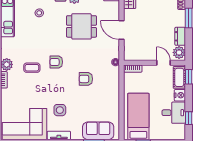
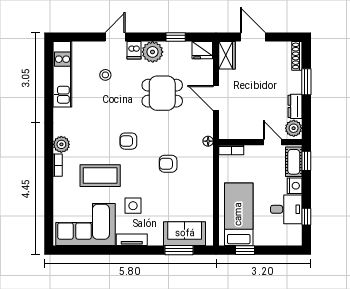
coffee table: (32, 68) -> (100, 176), moved, width x1.86, depth x1.72

